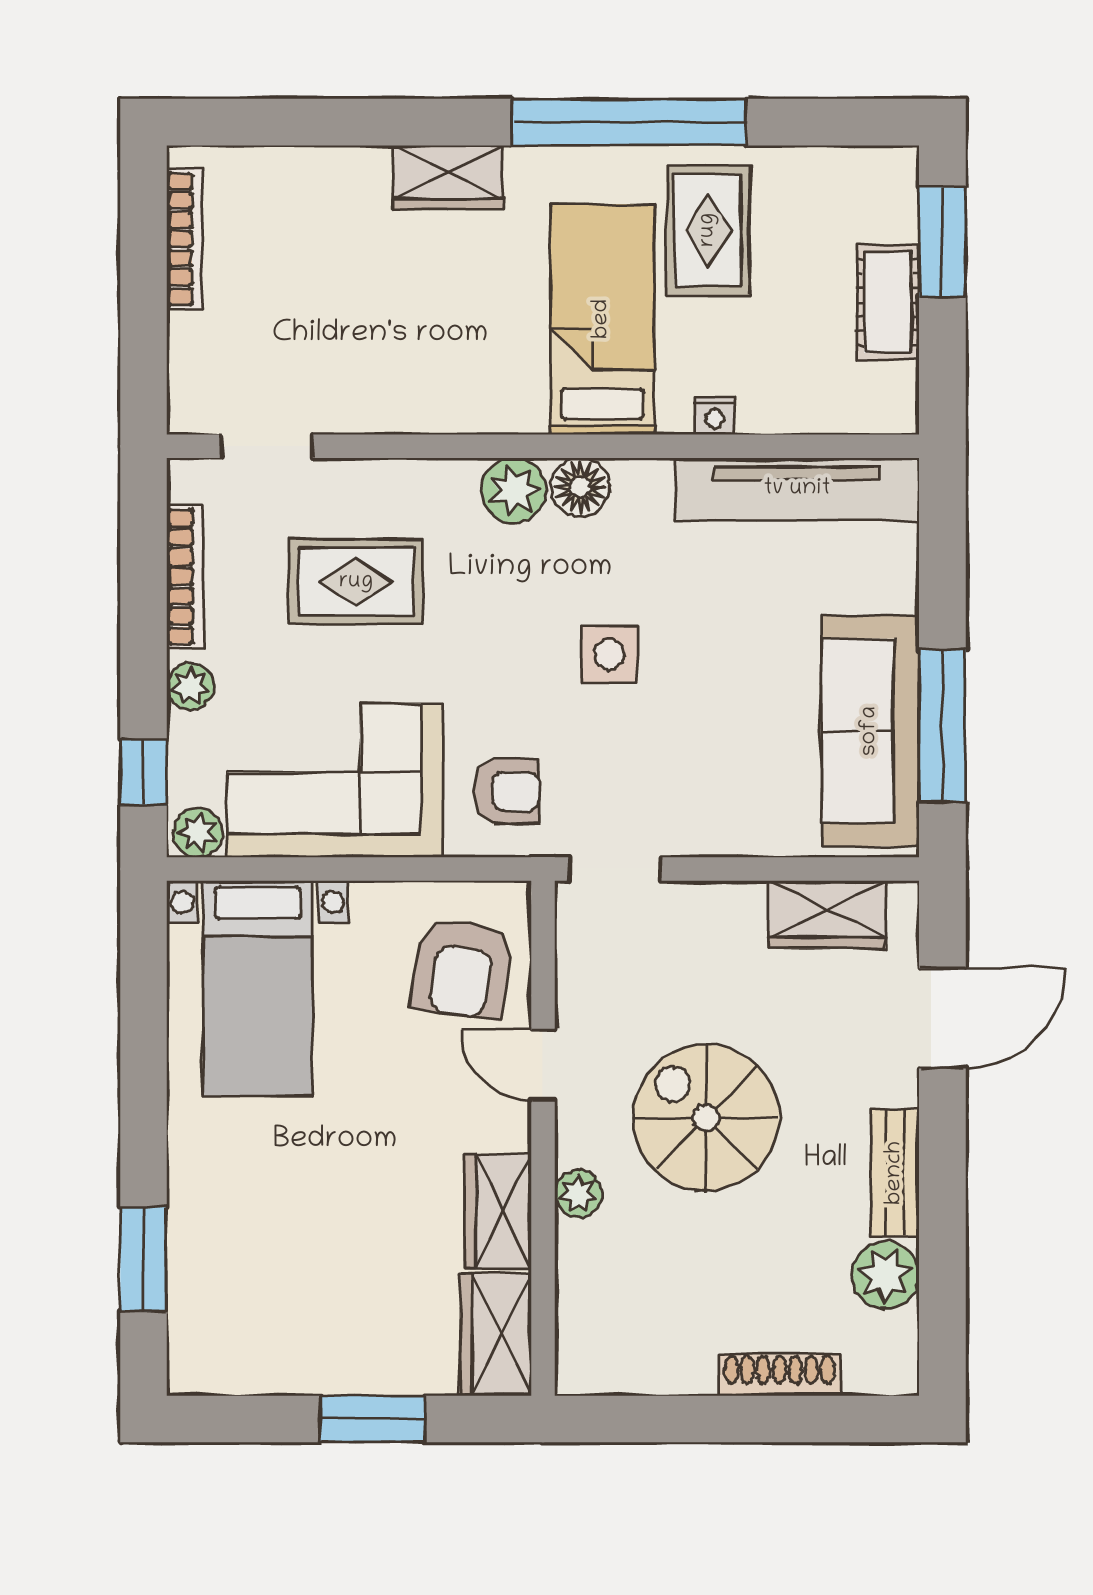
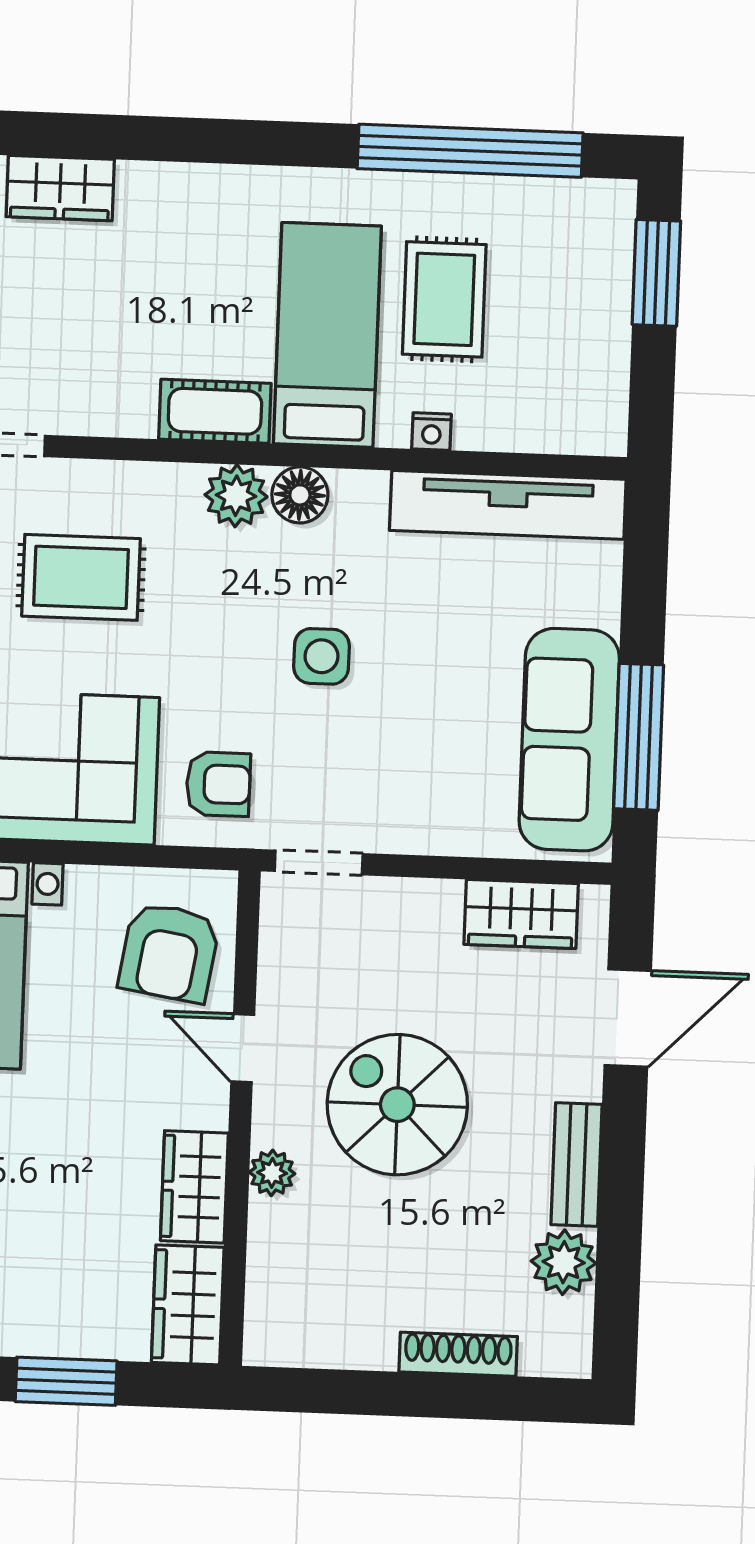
window: (629, 122) -> (470, 151), moved
wardrobe: (448, 177) -> (60, 188), moved
rug: (708, 230) -> (444, 299), moved
cot: (888, 302) -> (215, 411), moved, turned 90

